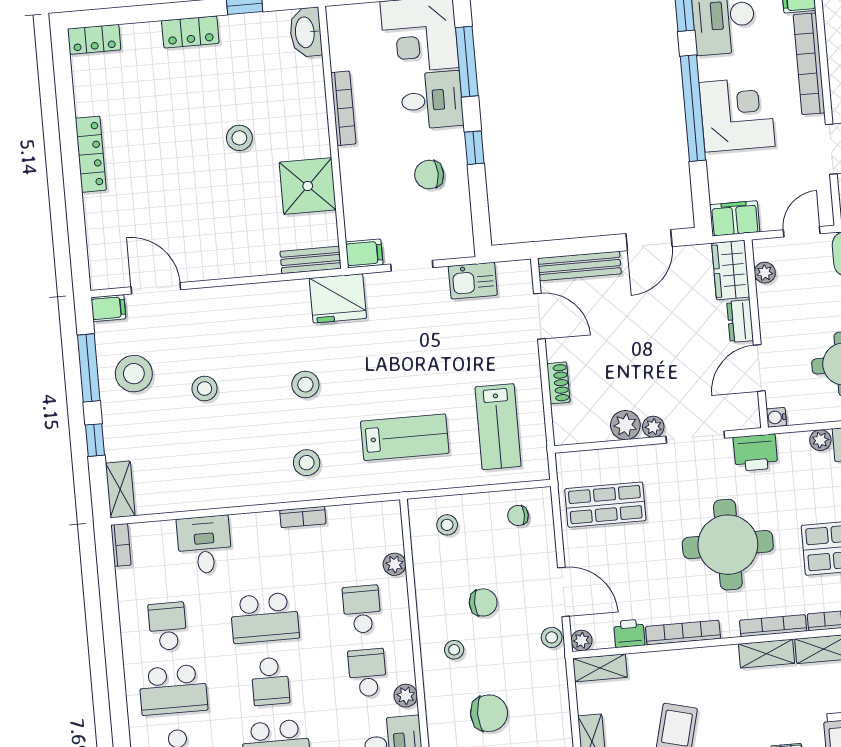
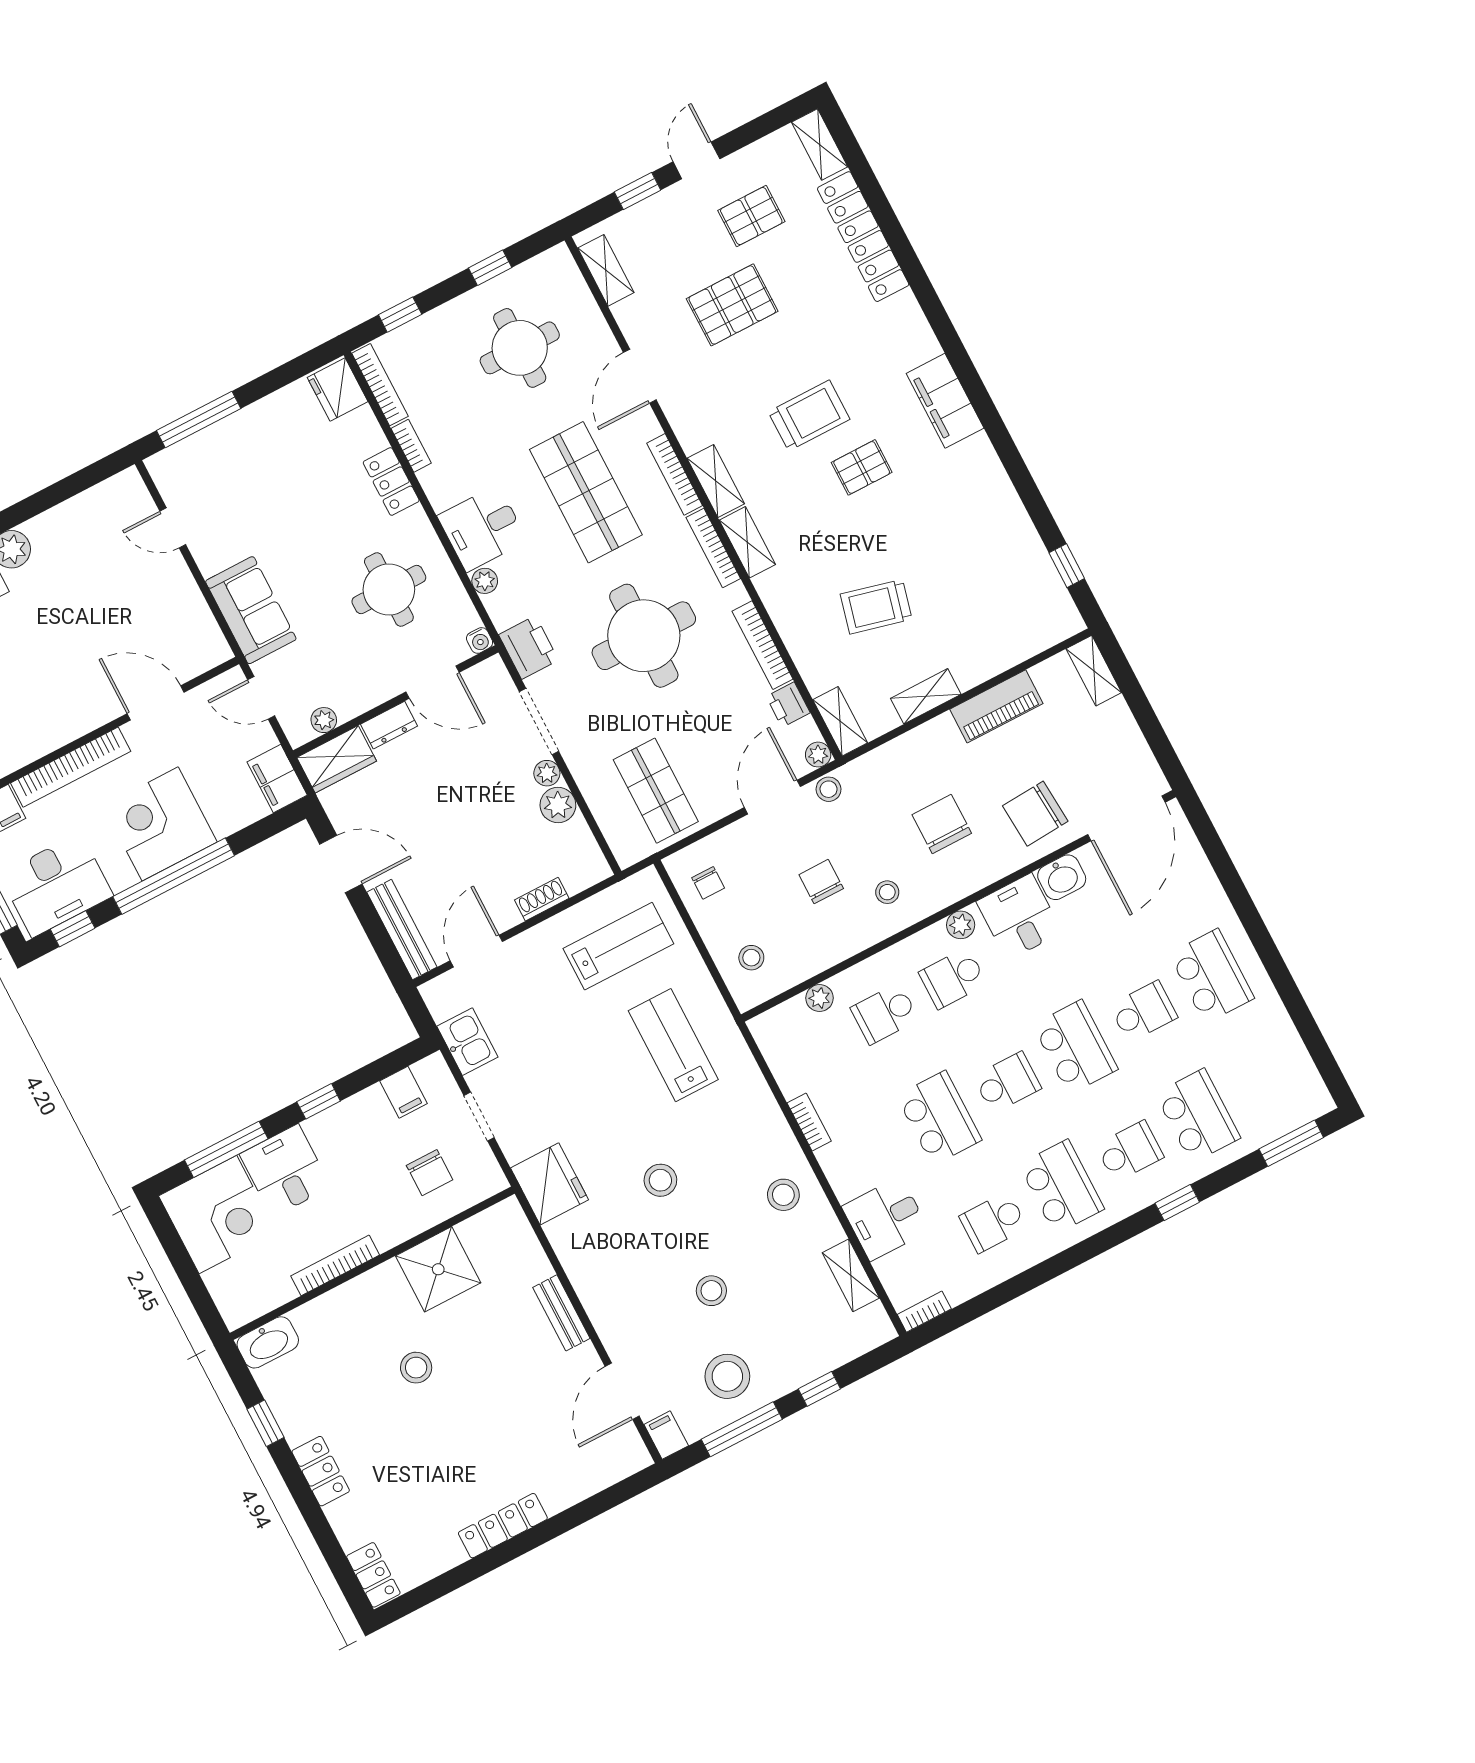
chair: (429, 175) -> (430, 1173), moved
filing cabinet: (364, 253) -> (404, 1092), moved, turned 180
bench: (311, 260) -> (561, 1313), moved
stool: (307, 463) -> (783, 1195), moved
shelving: (120, 489) -> (851, 1275), moved, turned 90

